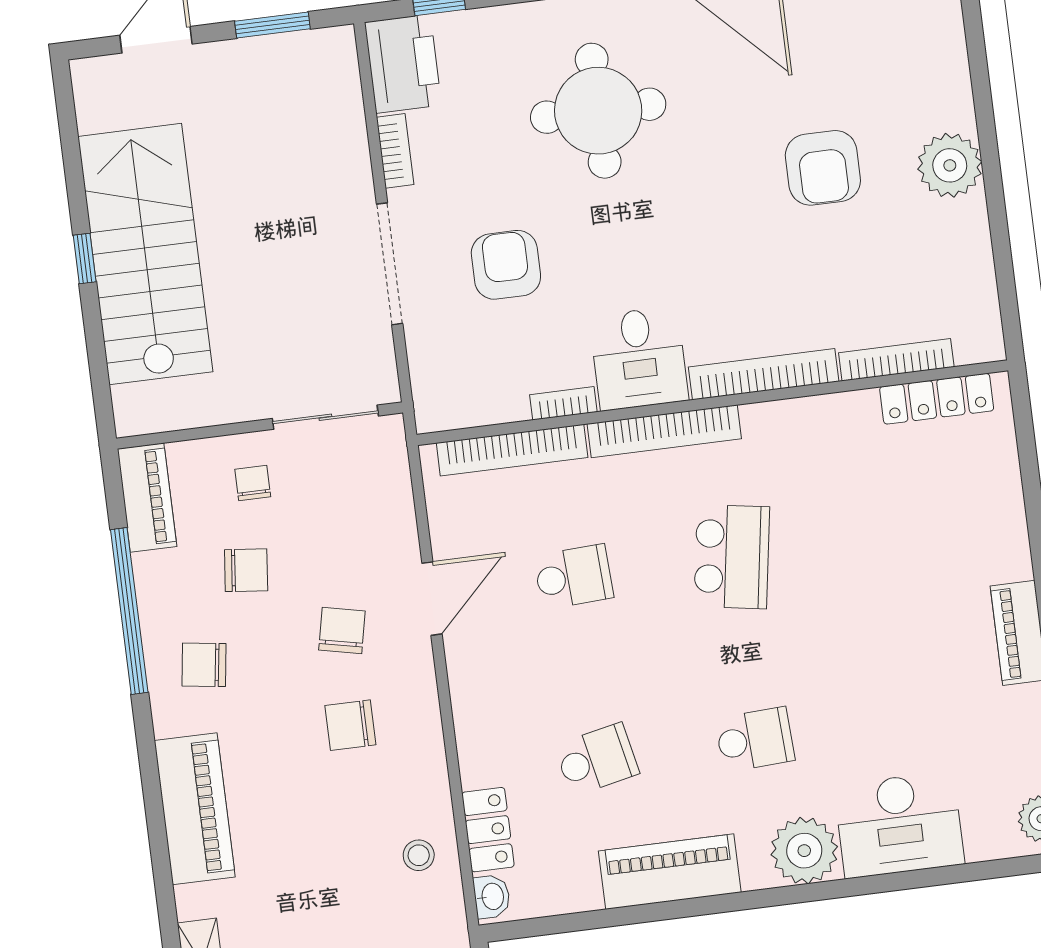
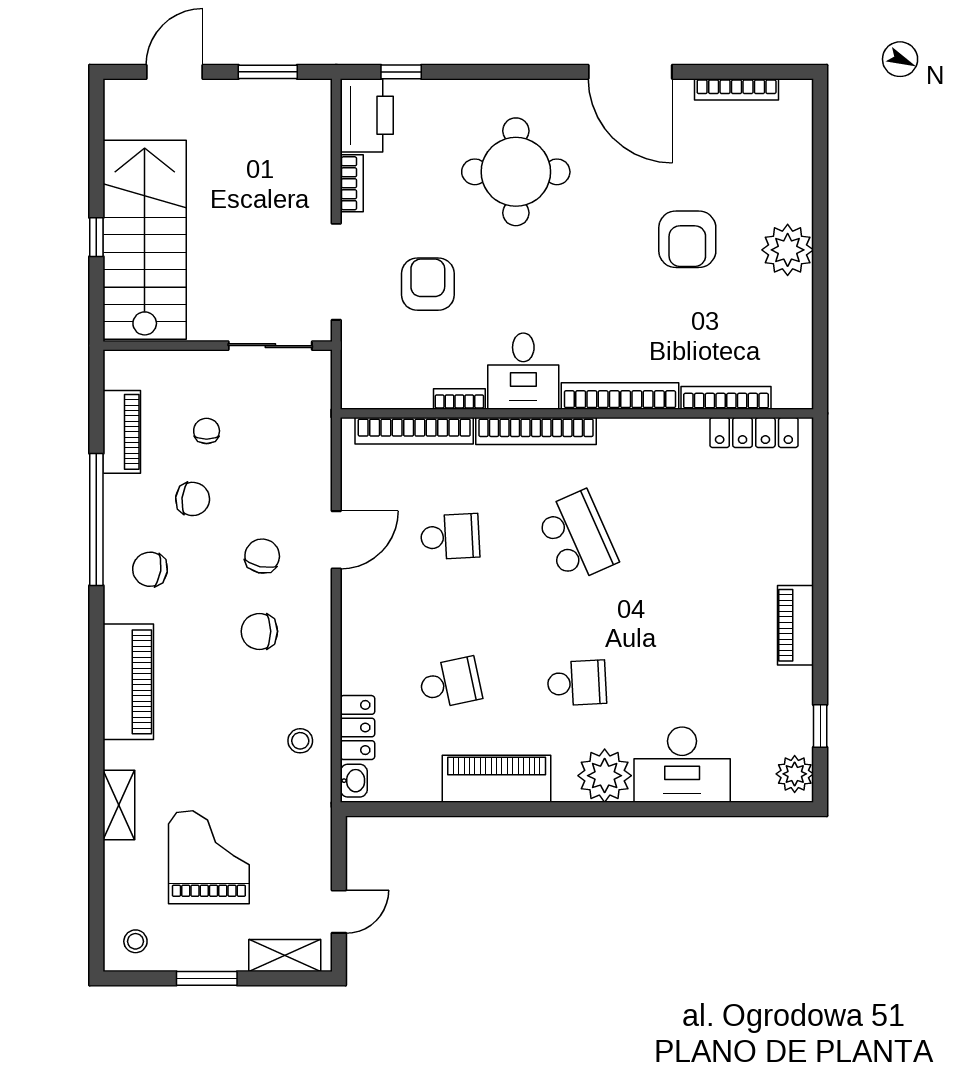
sliding door: (325, 417) -> (270, 346), moved
wall: (260, 426) -> (218, 346), moved
school desk: (732, 557) -> (577, 537), turned -33

